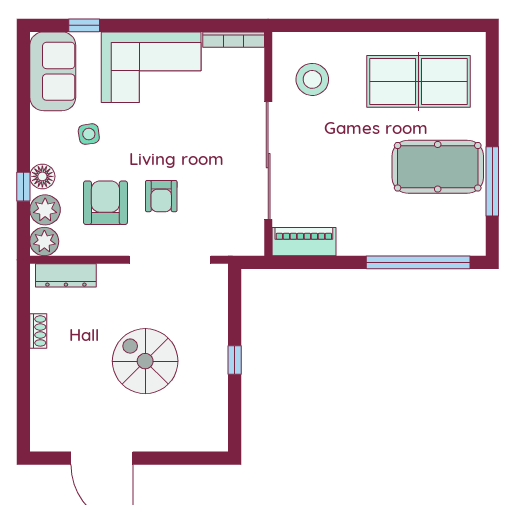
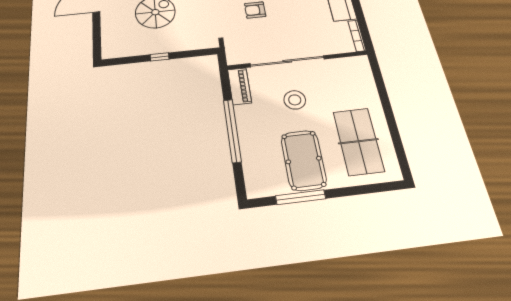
stool: (312, 79) -> (295, 100), moved
window: (418, 262) -> (232, 130), moved

